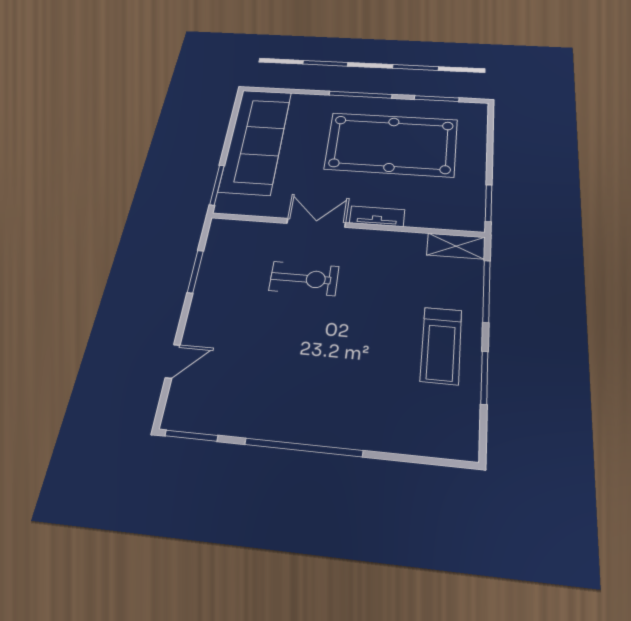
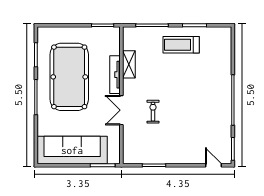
tv unit: (377, 216) -> (115, 75), width x1.41
shelving: (456, 246) -> (129, 64), moved
exercise bike: (304, 278) -> (153, 112), width x0.73, depth x0.72
treadmill: (441, 345) -> (181, 45), turned 180
door: (173, 361) -> (213, 165), moved

